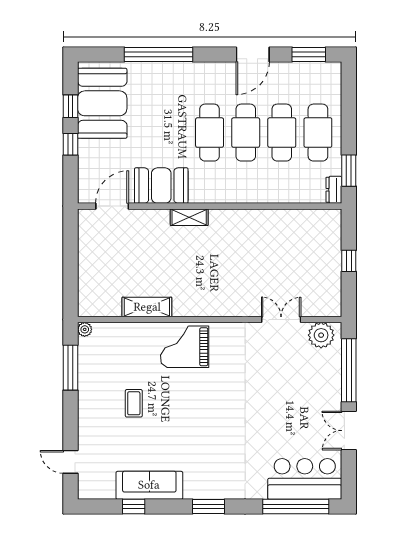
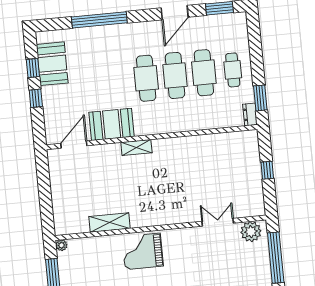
booth: (102, 103) -> (52, 64), width x0.73, depth x0.70
cafe table: (318, 133) -> (233, 70), width x0.73, depth x0.74

